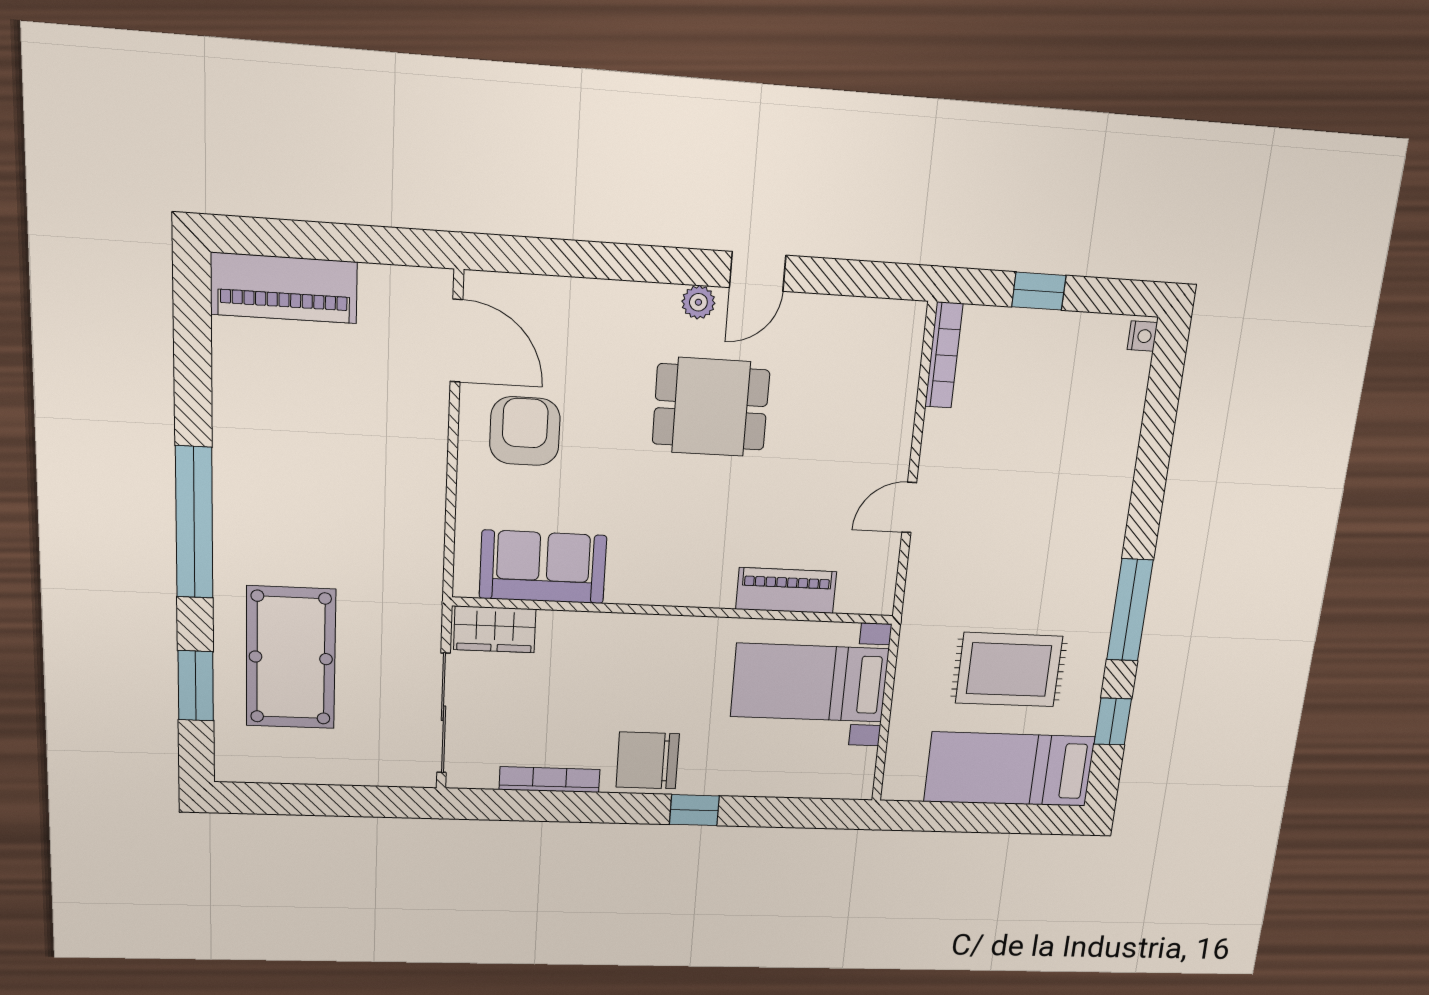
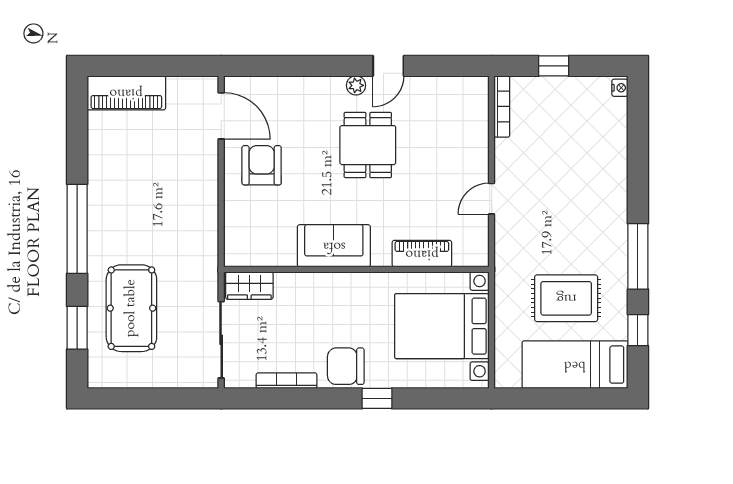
dining table: (711, 407) -> (368, 145), turned 90
sofa: (543, 567) -> (334, 246), moved
bed with nightstands: (810, 683) -> (442, 326), width x1.36

